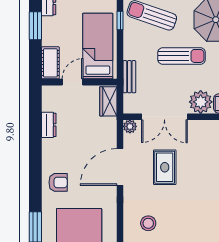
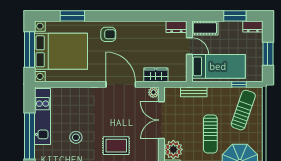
wardrobe: (108, 101) -> (156, 75), moved
dresser: (49, 125) -> (176, 27), moved
rug: (165, 167) -> (116, 146), moved
armchair: (58, 182) -> (108, 34), turned -90
stool: (148, 223) -> (76, 137), moved

